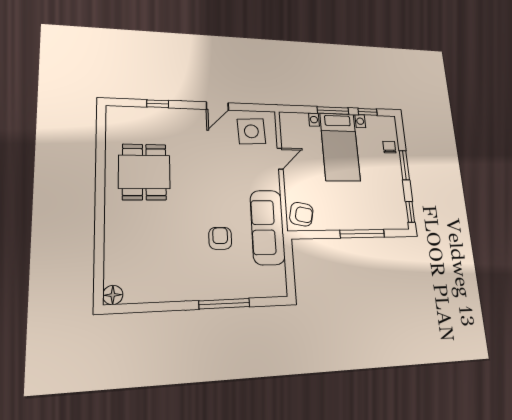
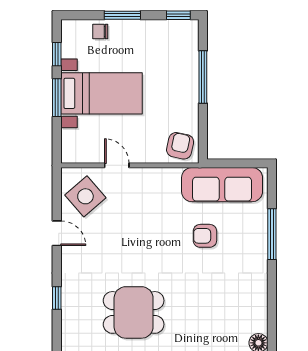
side table: (251, 131) -> (85, 196), turned -38
sofa: (267, 227) -> (222, 185), moved

